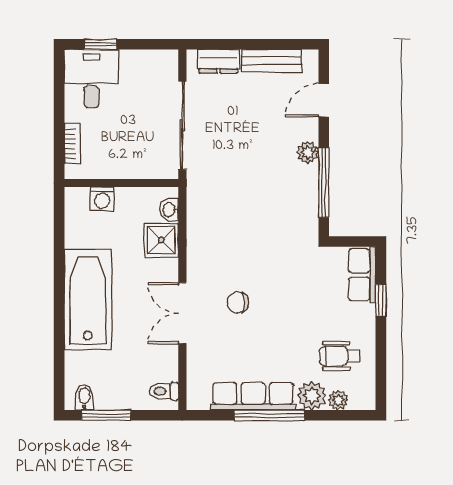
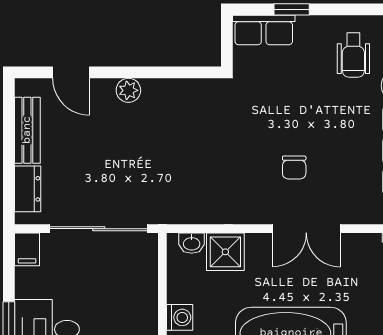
filing cabinet: (164, 61) -> (27, 249), added
window: (324, 182) -> (161, 72), removed

